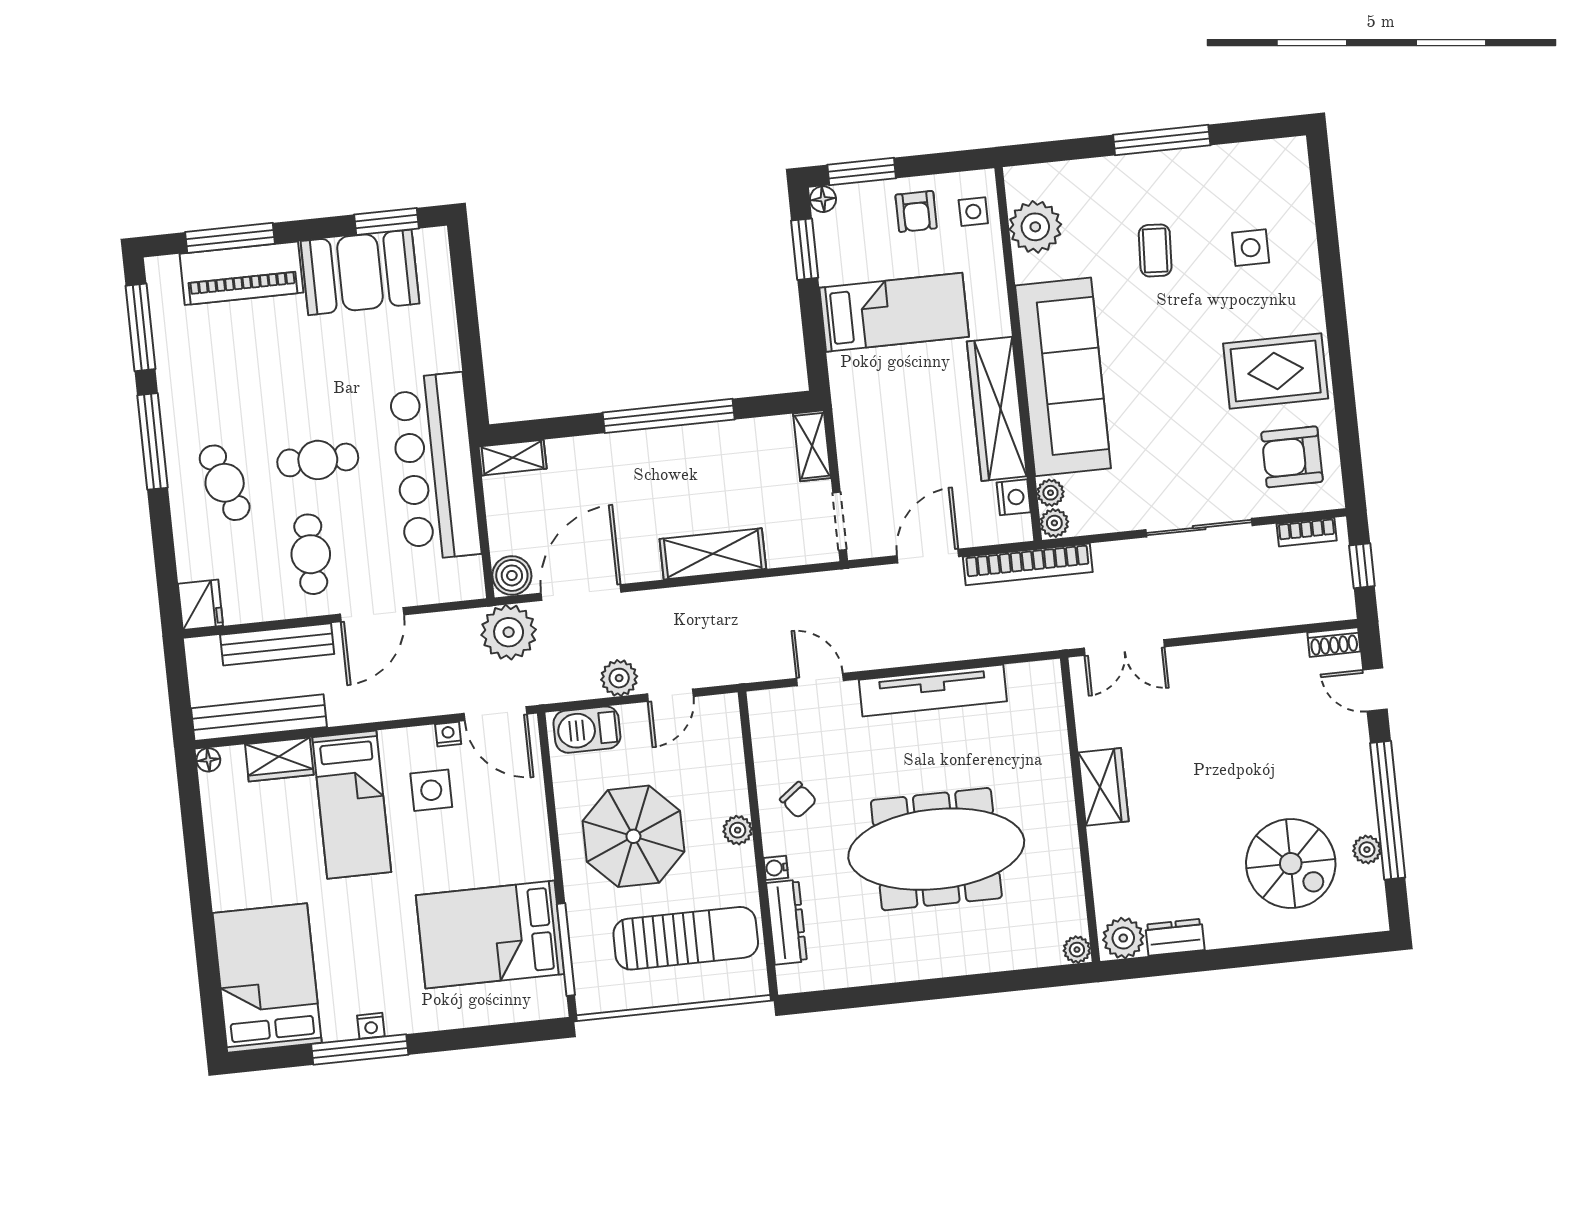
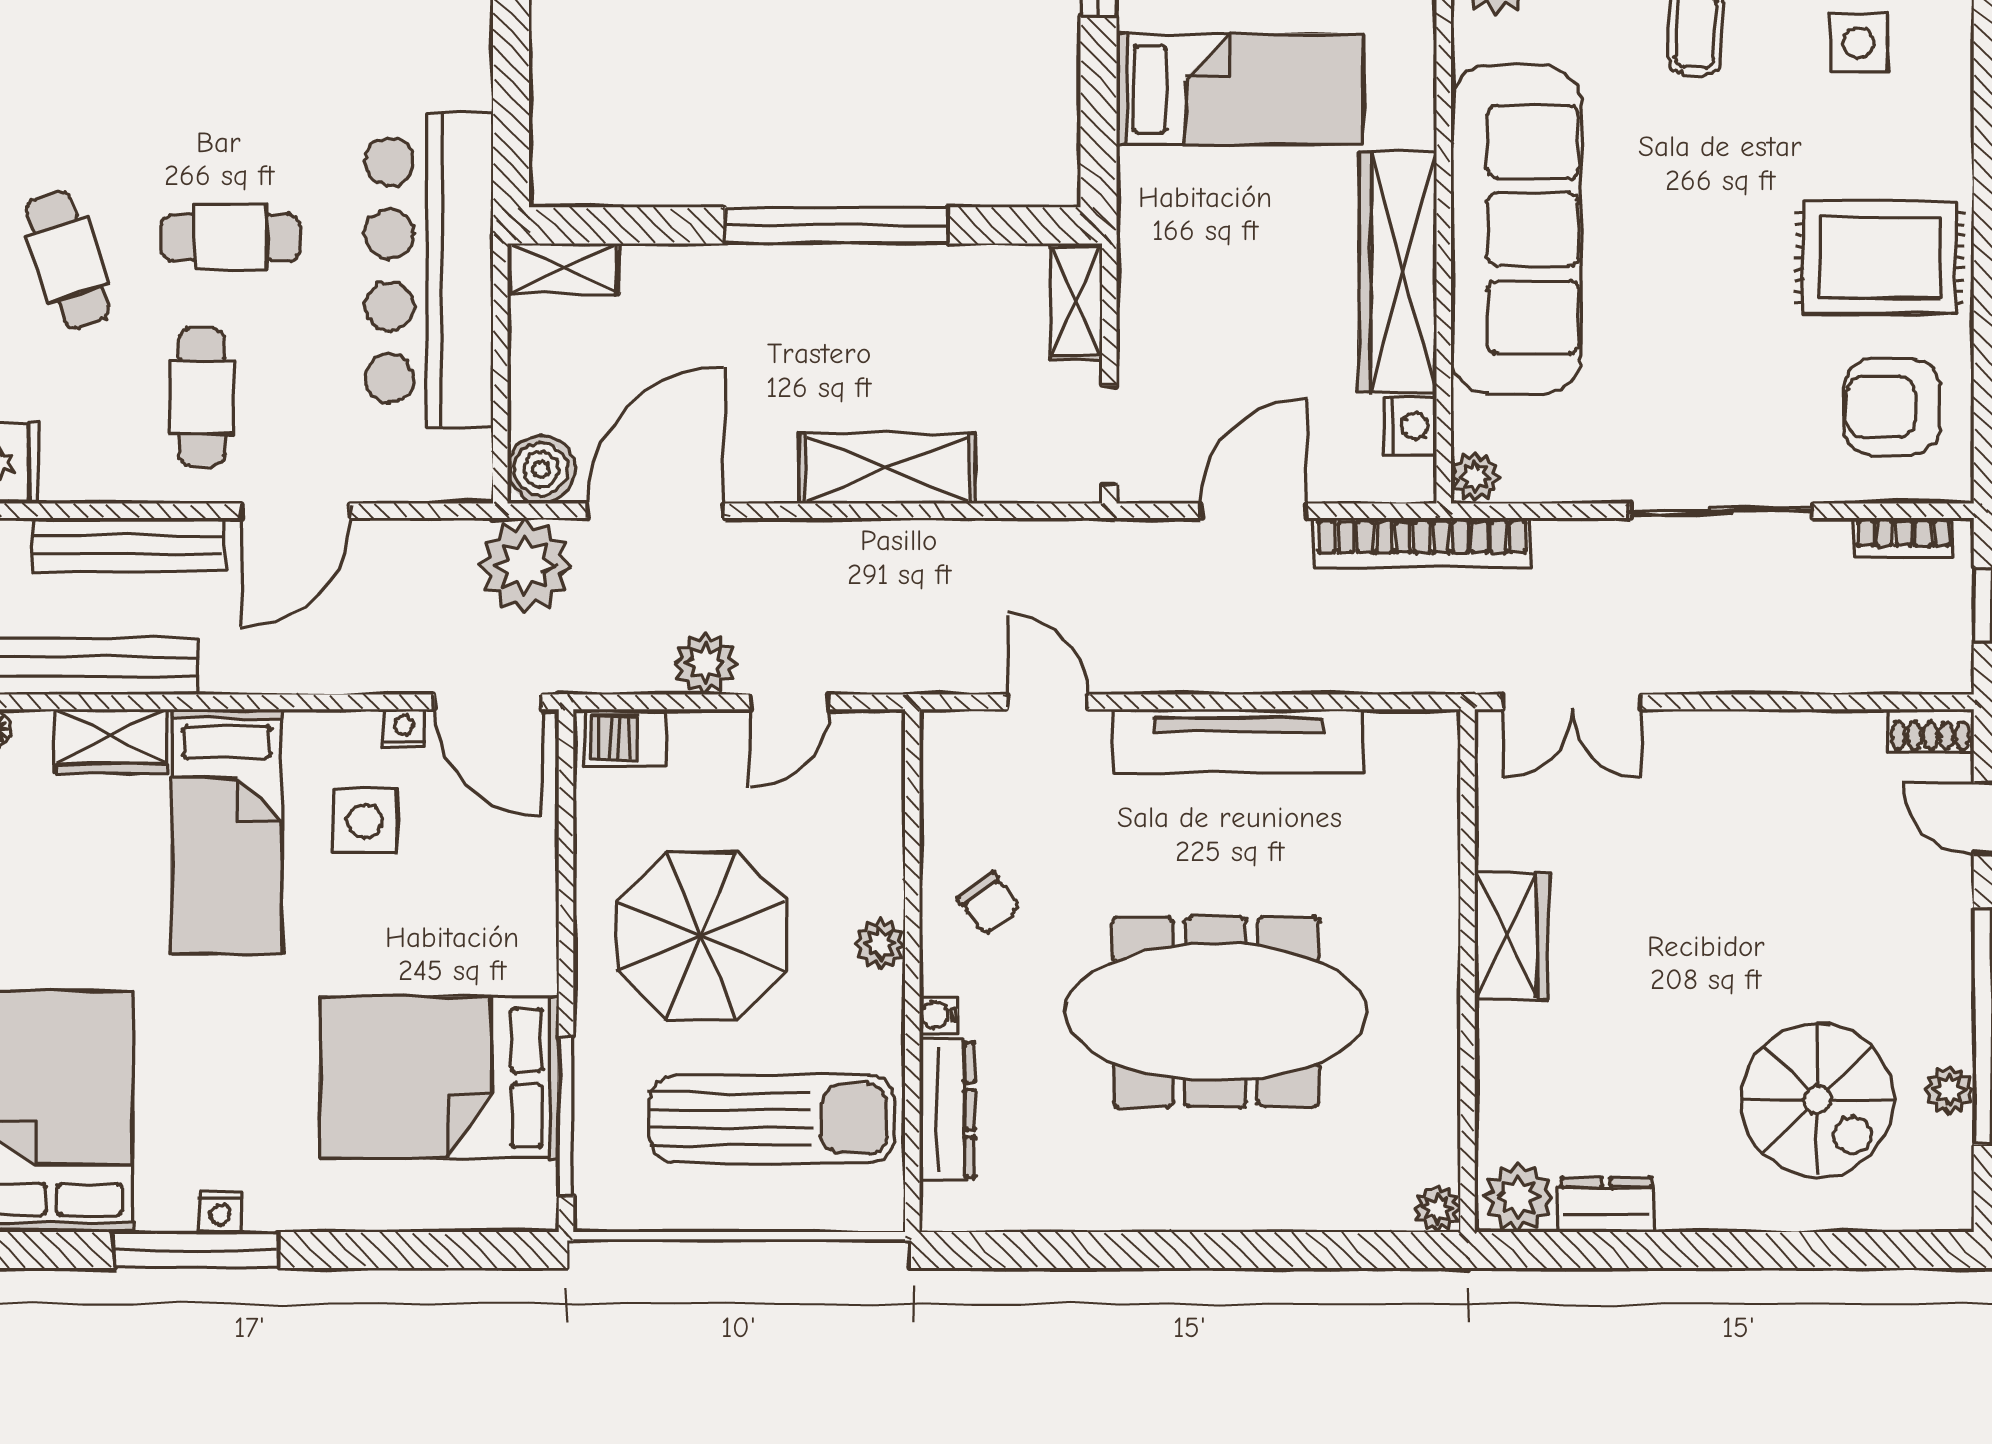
plant: (1050, 493) -> (1474, 425), removed
barbecue: (587, 730) -> (626, 738), width x0.73, depth x0.79

